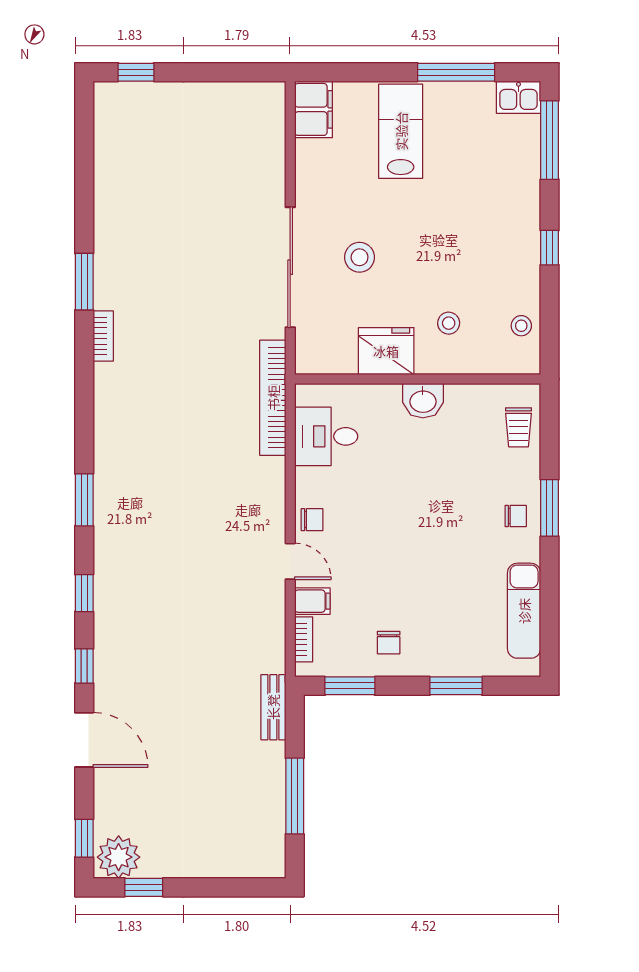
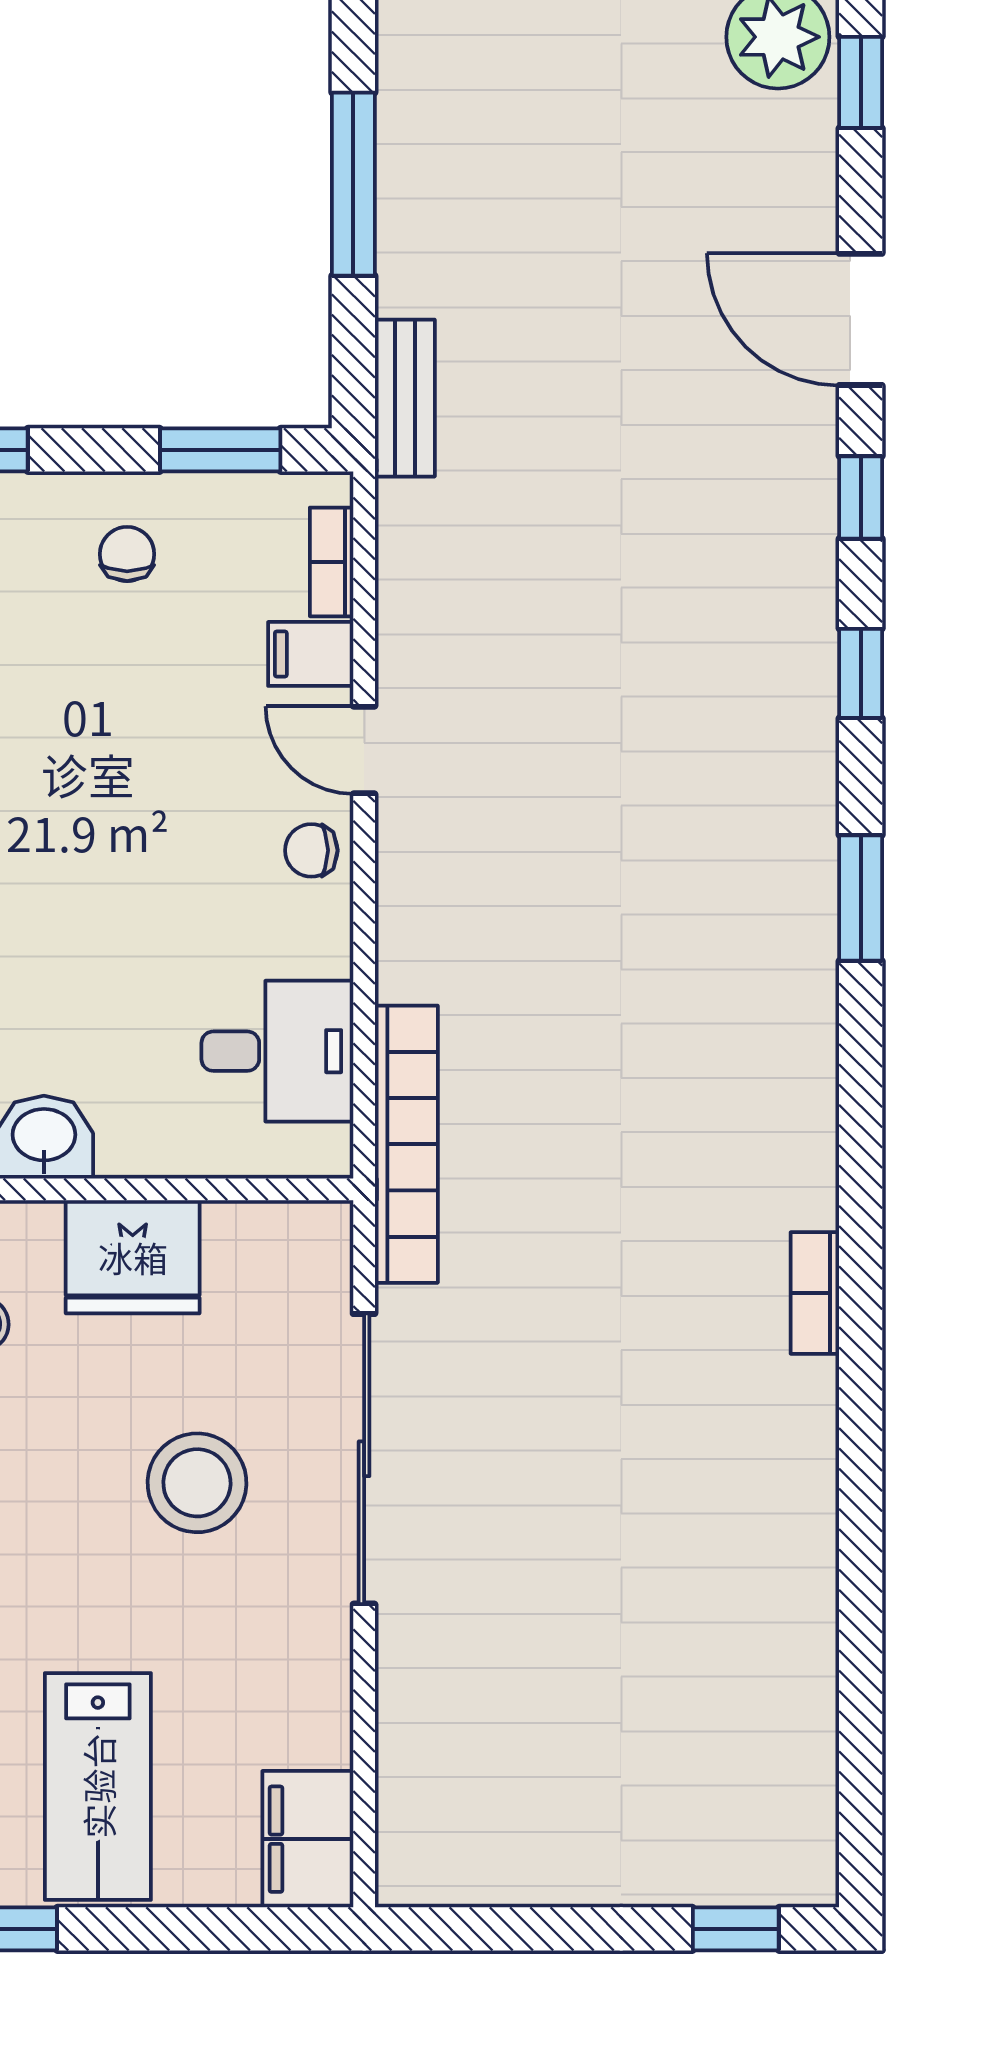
stool: (360, 257) -> (197, 1483), width x1.38, depth x1.38
window: (84, 282) -> (861, 1424), removed

